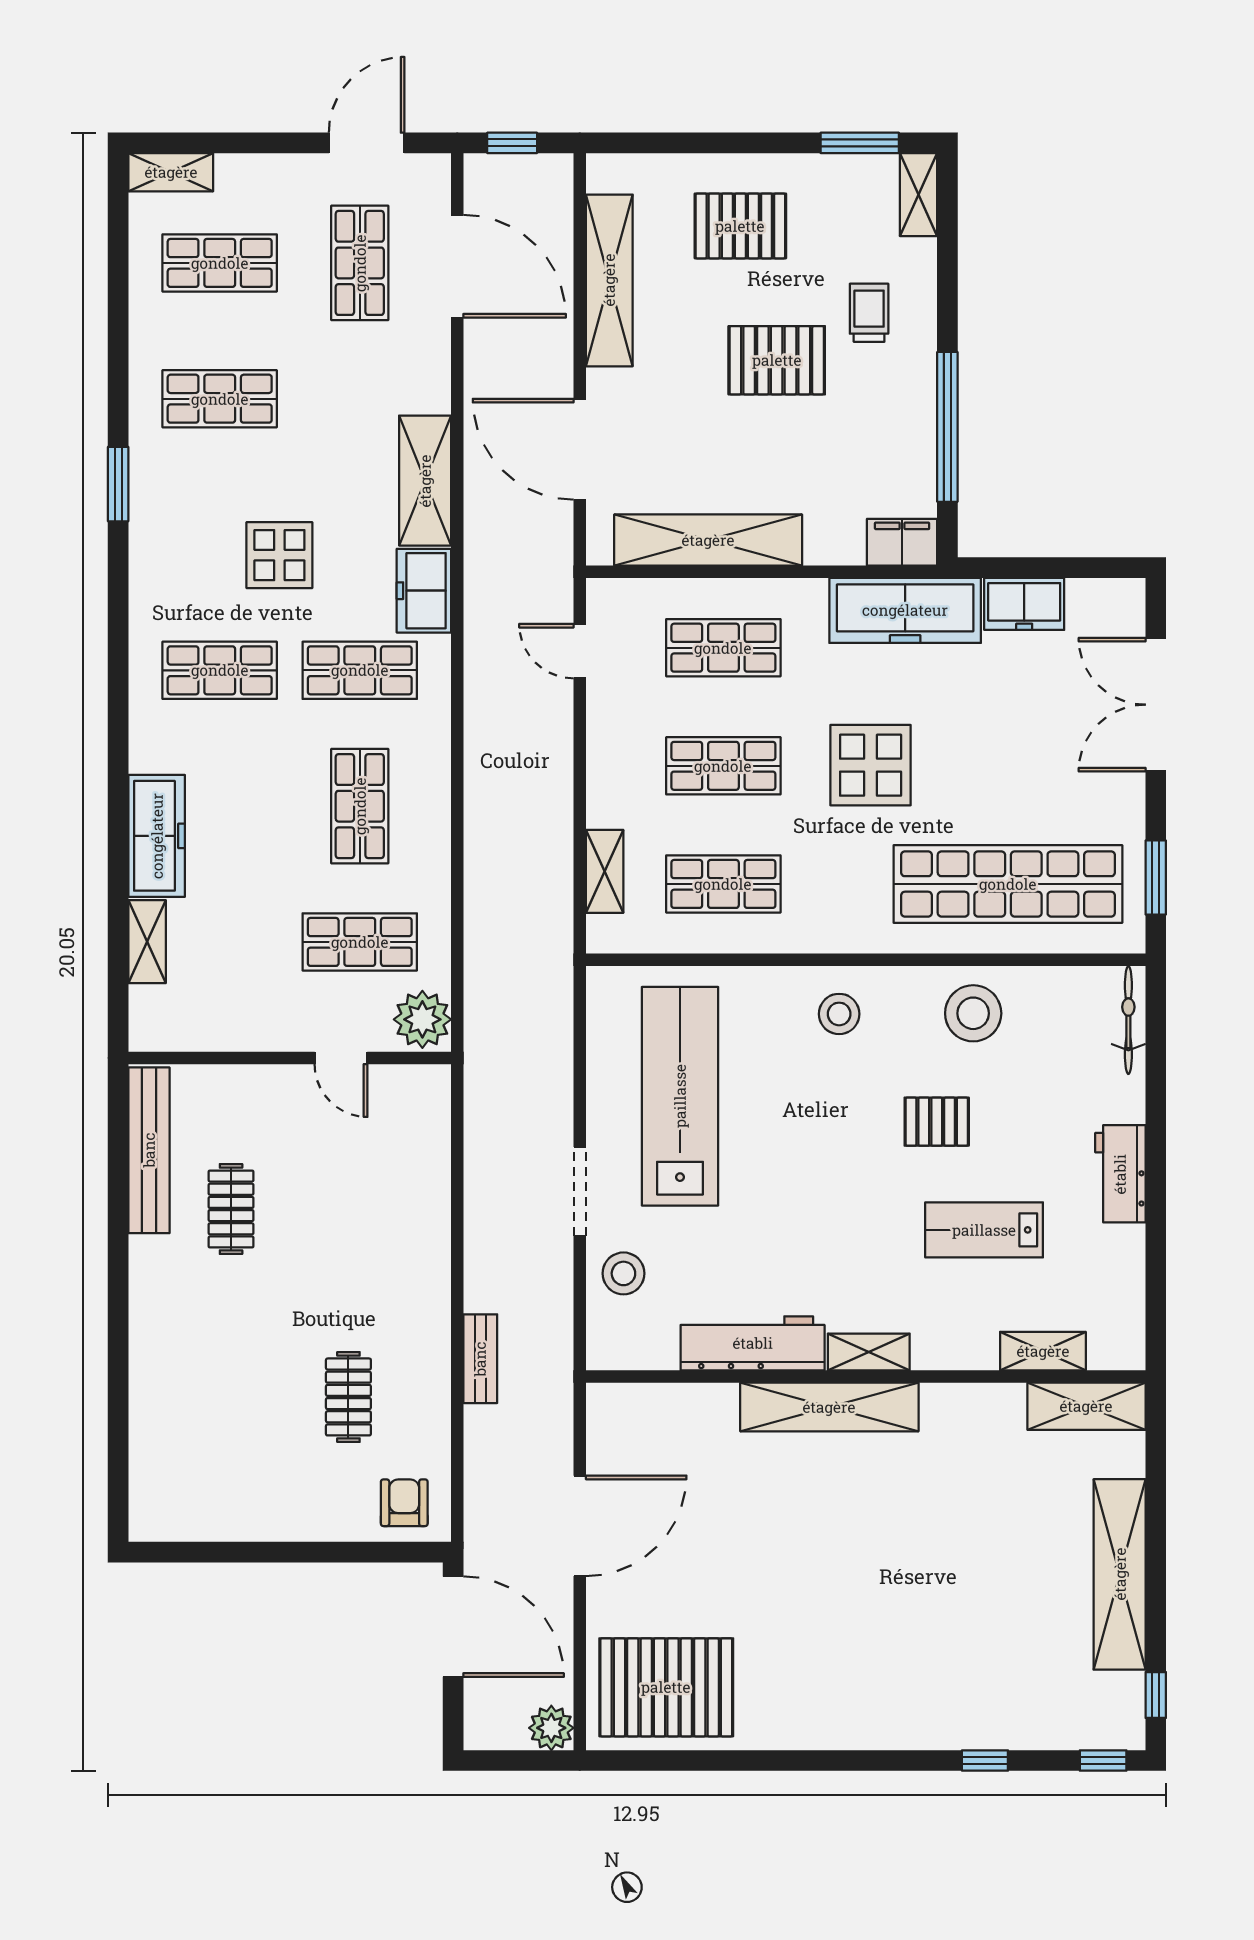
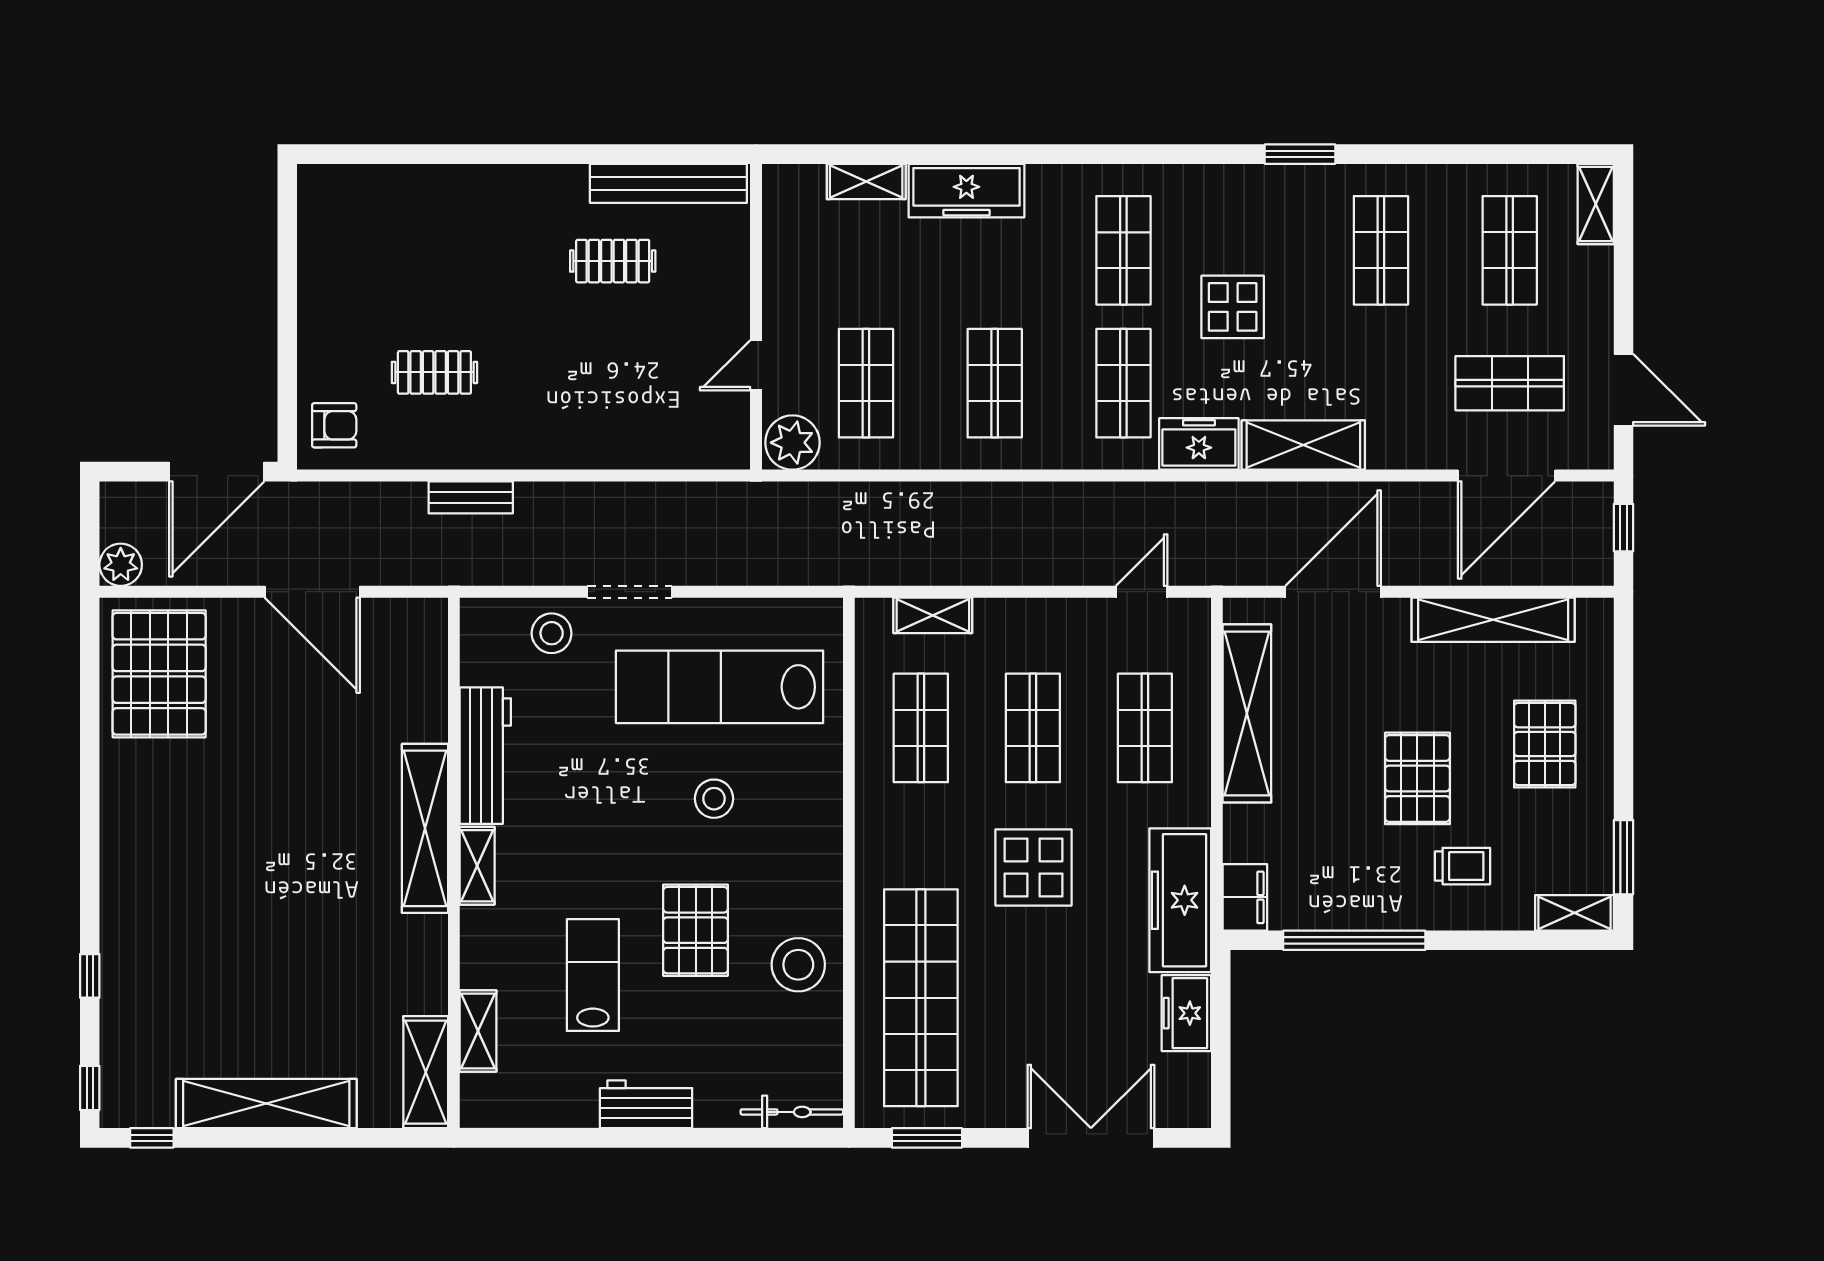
shop shelf: (360, 806) -> (995, 383), turned 90
stool: (839, 1014) -> (714, 799), moved
lab bench: (680, 1096) -> (720, 687), turned 180
pallet: (937, 1122) -> (696, 930), width x1.50, depth x1.42

